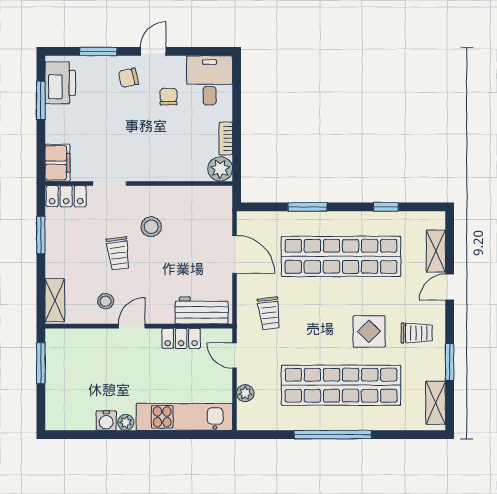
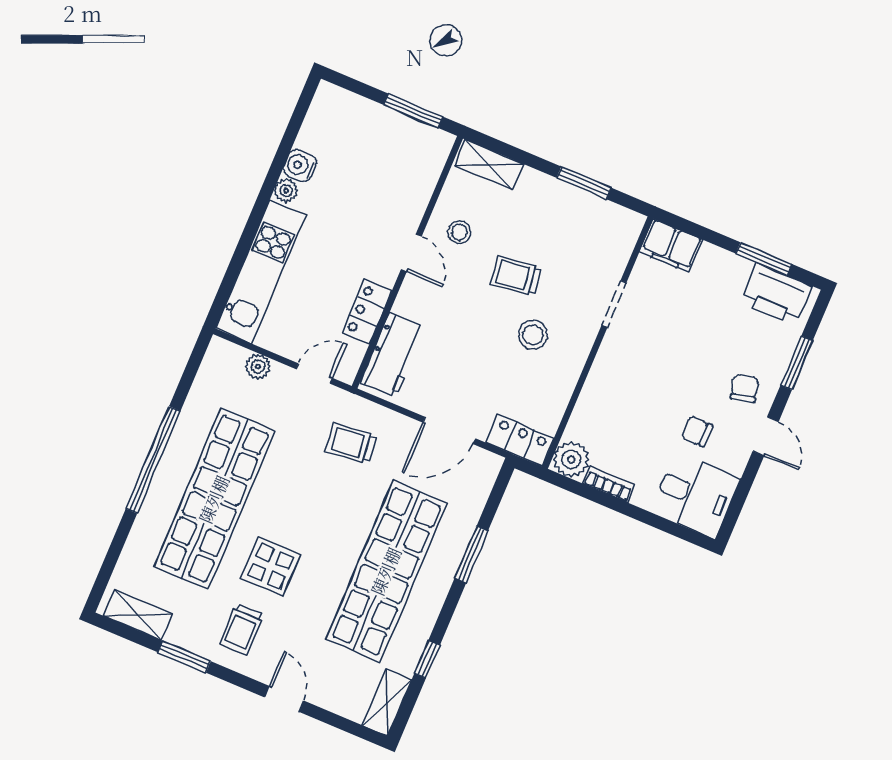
chair: (169, 97) -> (697, 431), turned 180
locker: (66, 196) -> (520, 440), moved, turned 90
shelving: (436, 251) -> (387, 703), moved, turned 90

